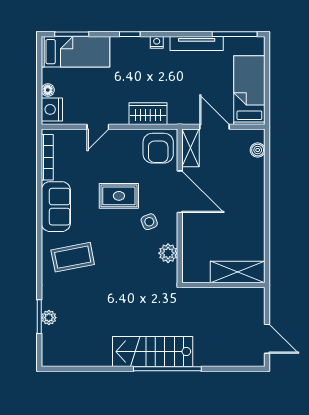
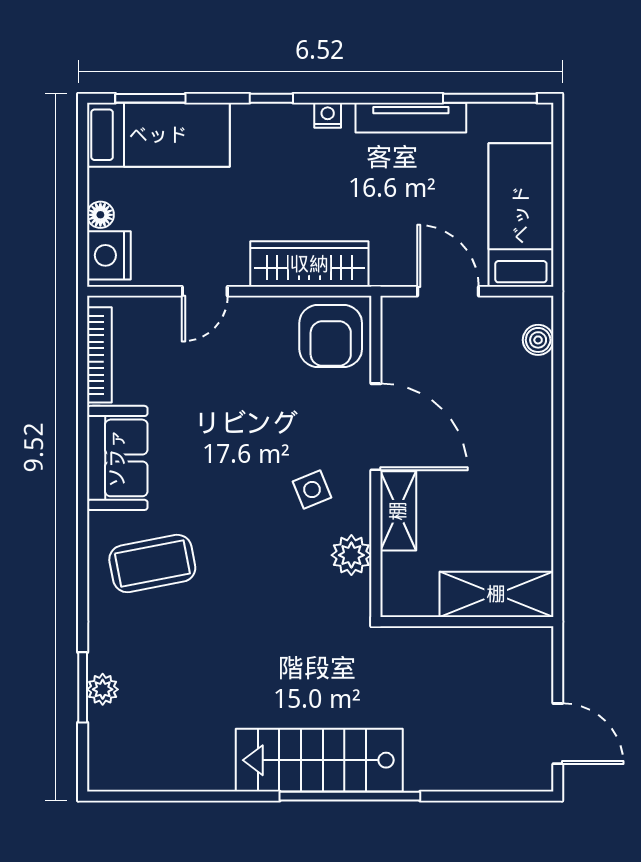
wardrobe: (148, 114) -> (309, 264), width x1.50
shelving: (191, 148) -> (398, 511), moved
rug: (119, 196) -> (249, 436), removed

